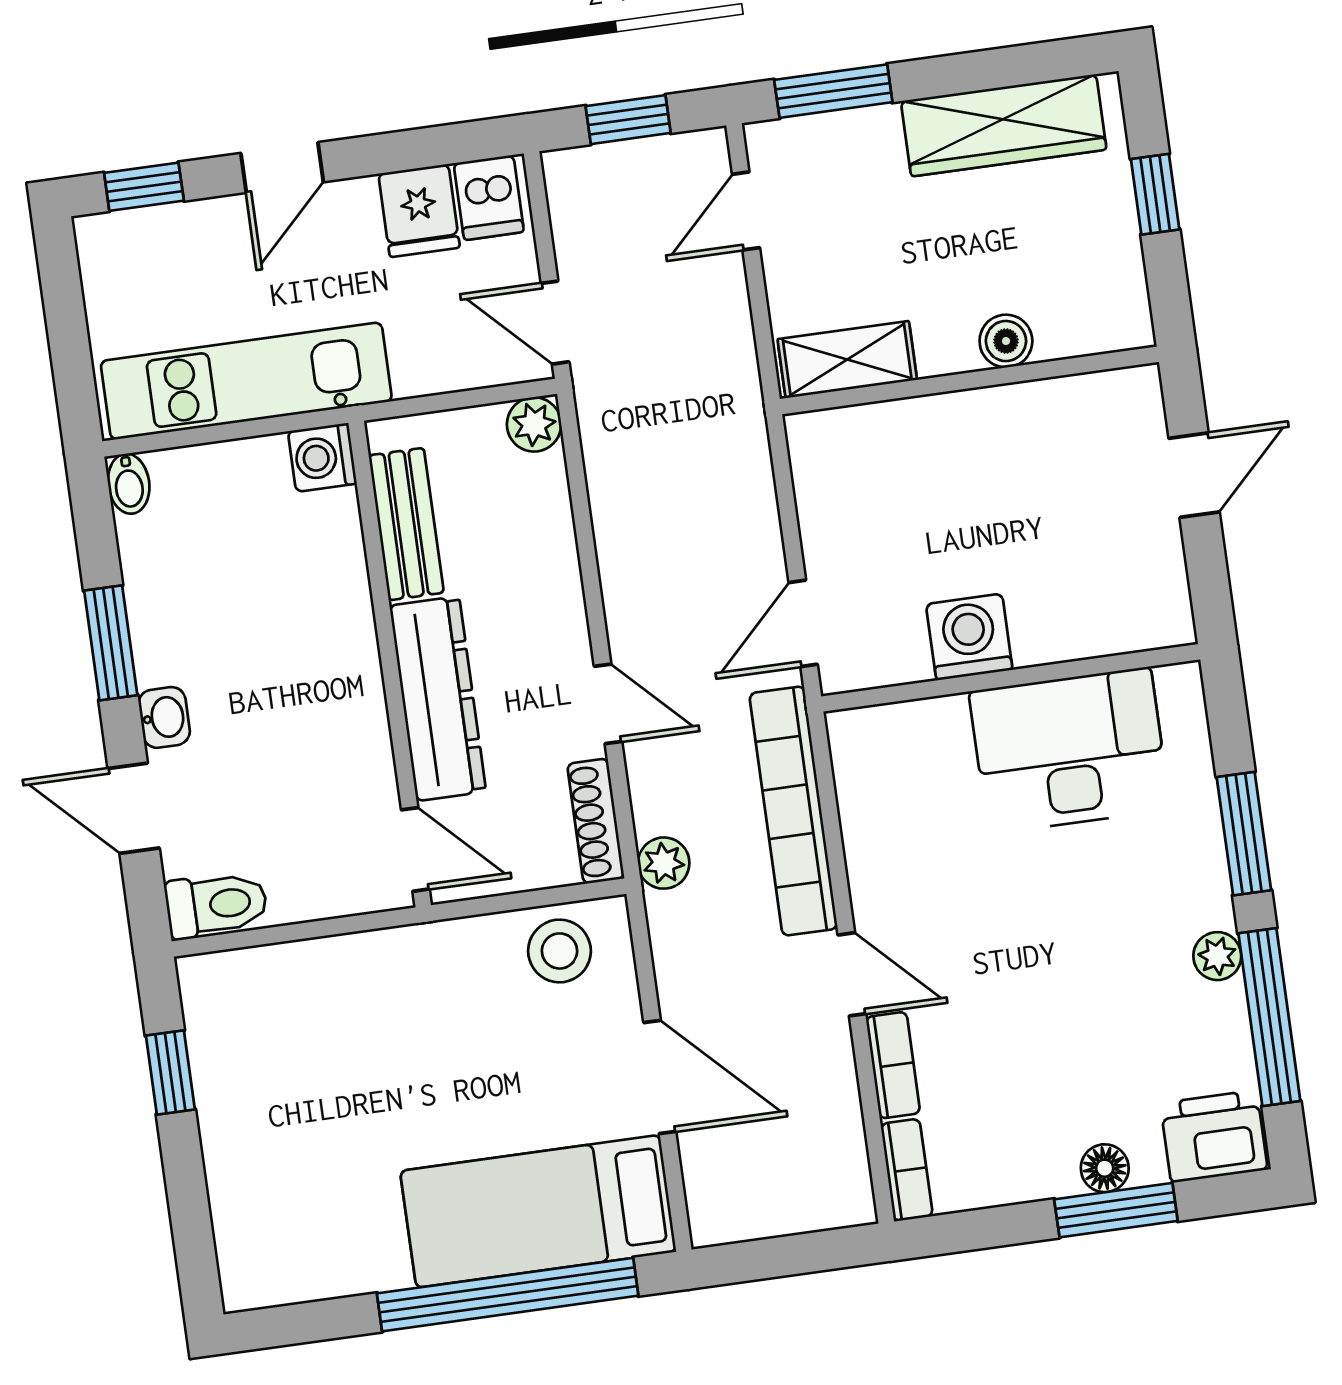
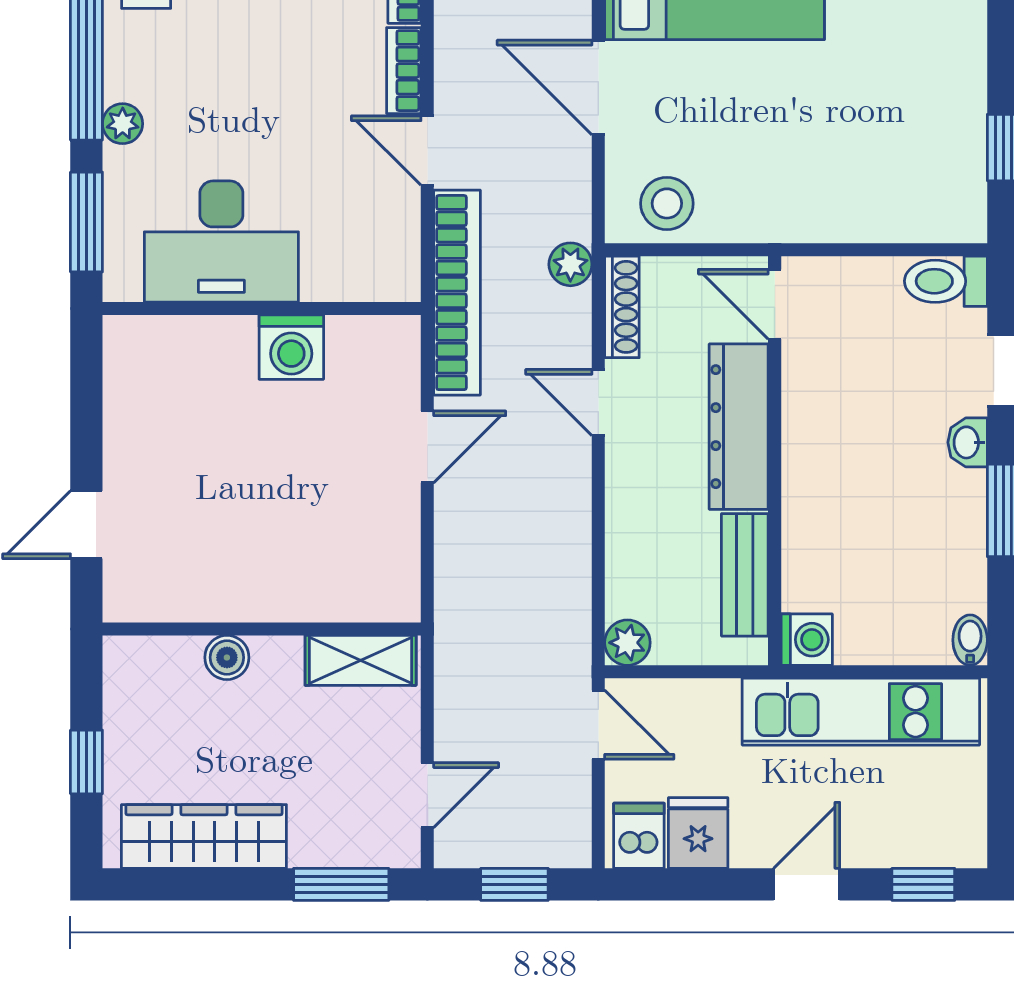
washing machine: (969, 637) -> (291, 347), moved
wall: (1011, 678) -> (262, 308), moved
desk: (1069, 750) -> (221, 241), moved

